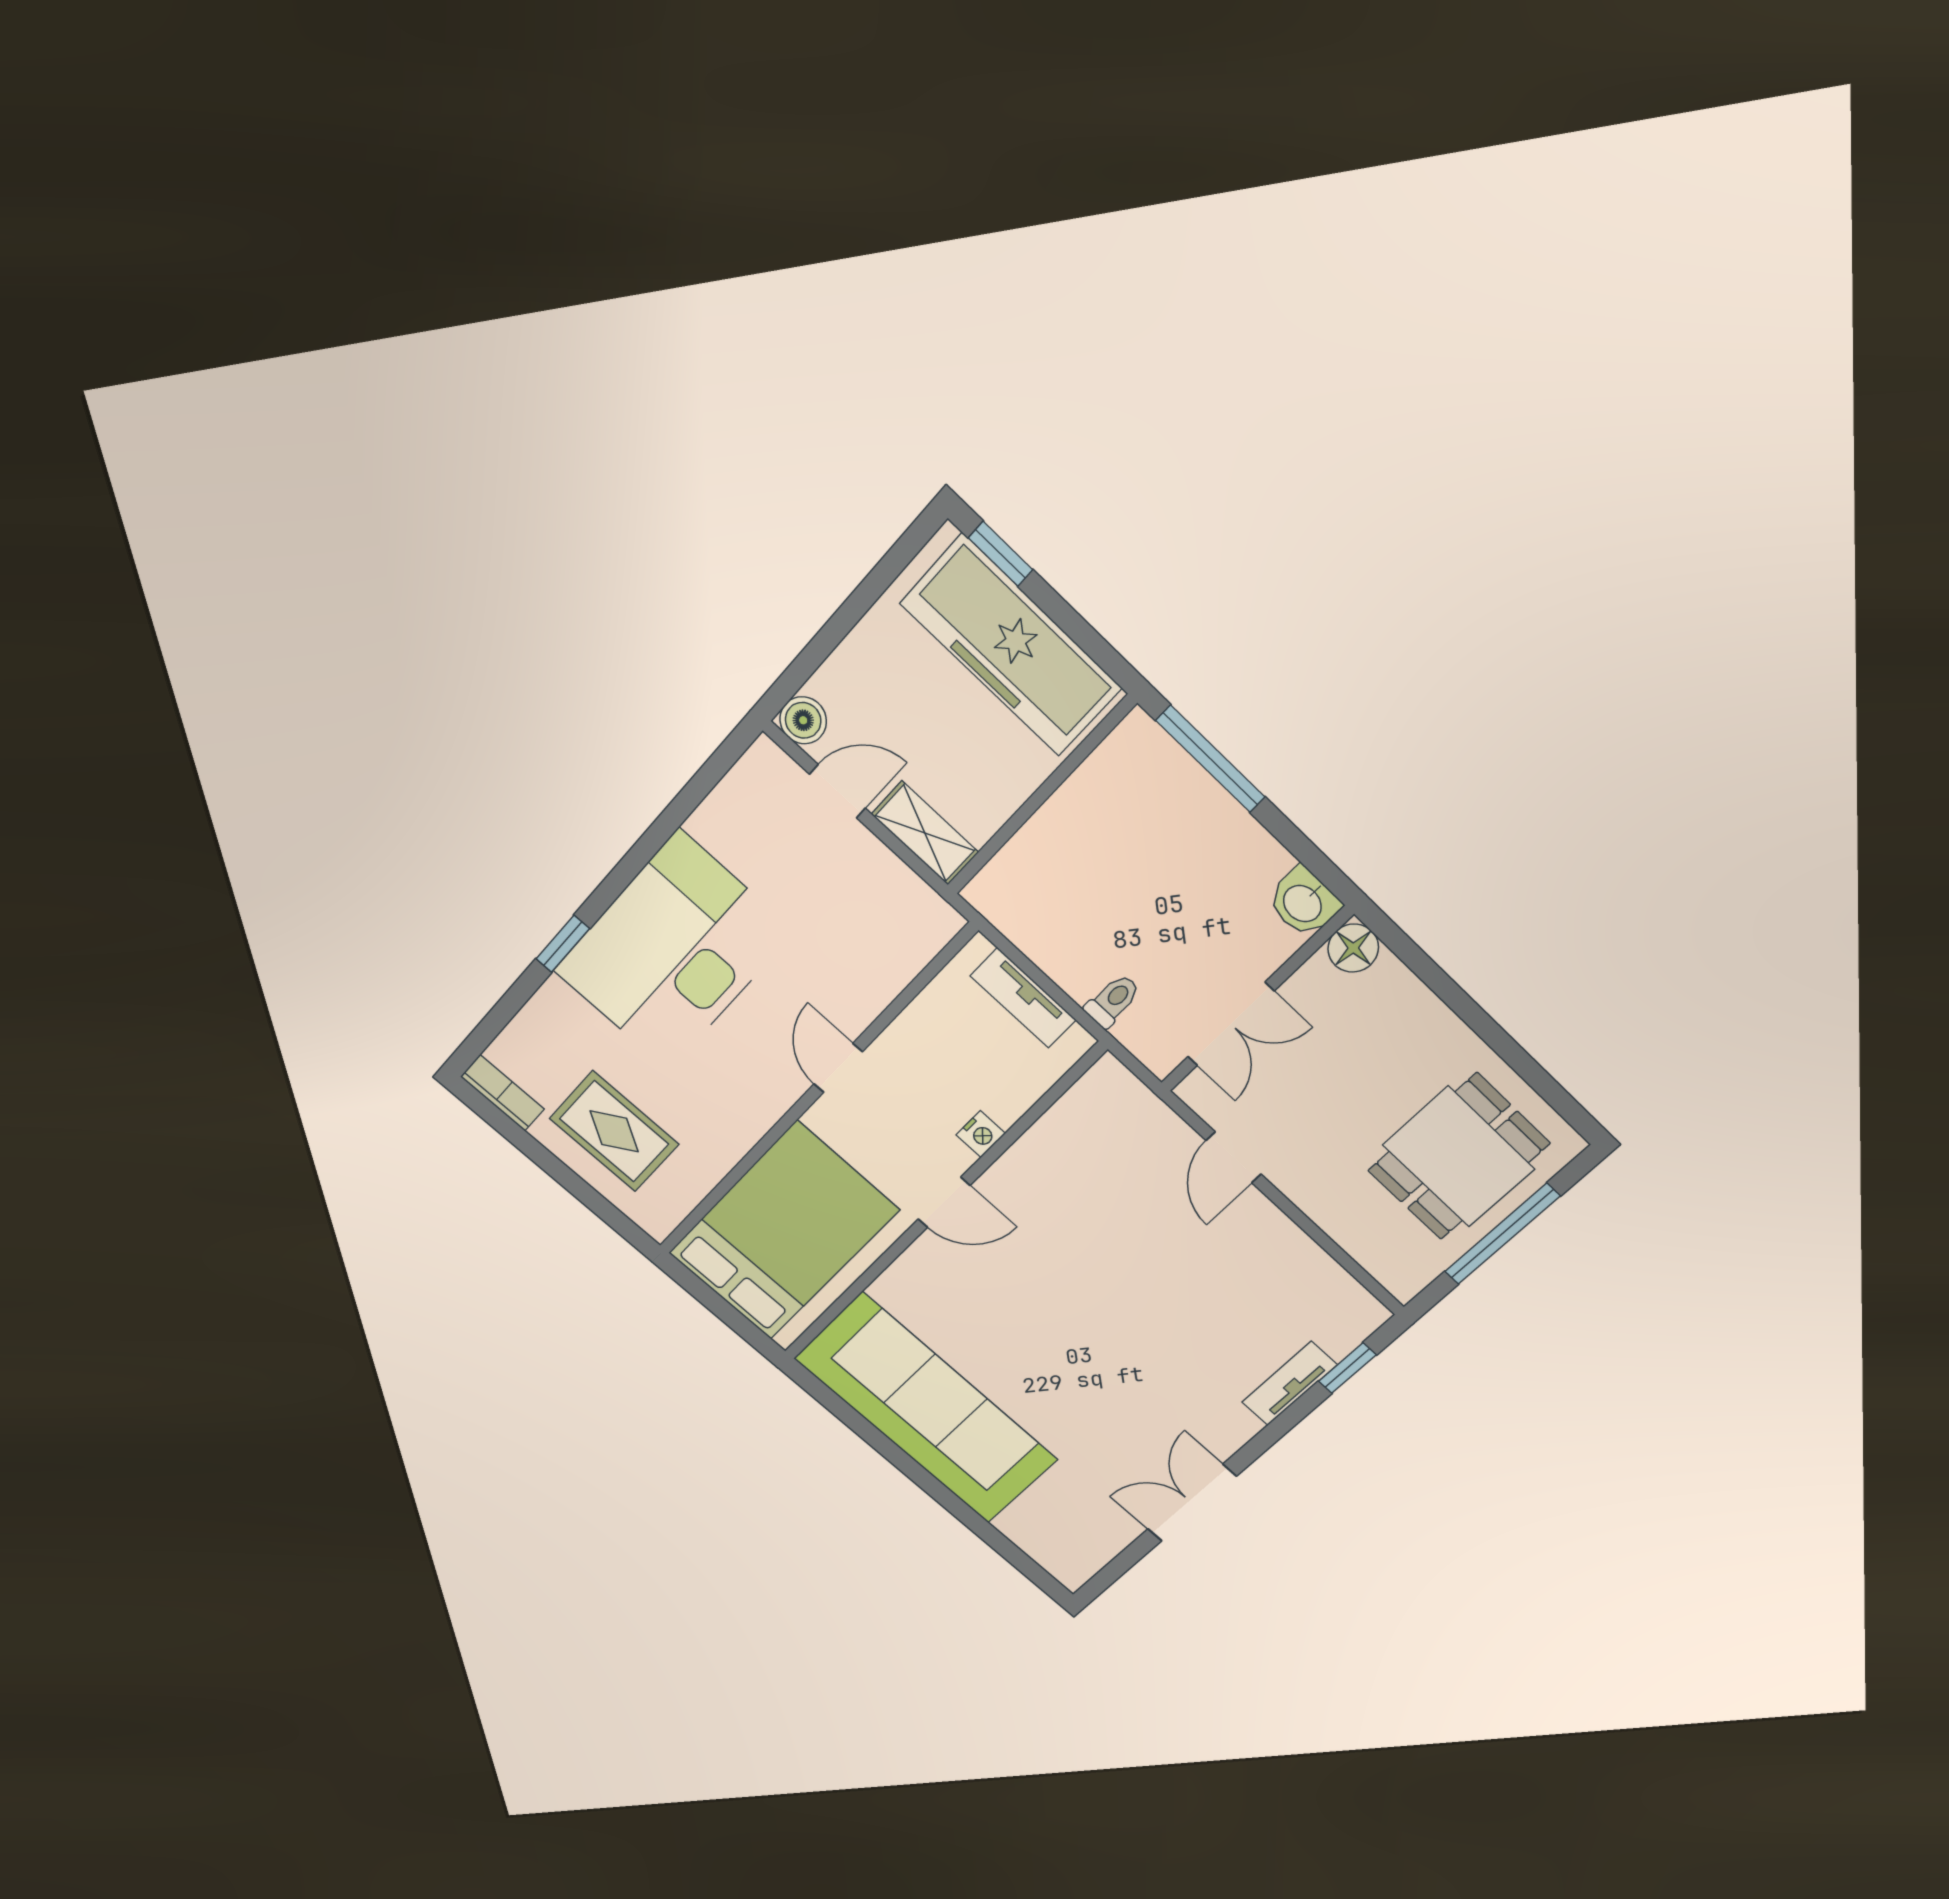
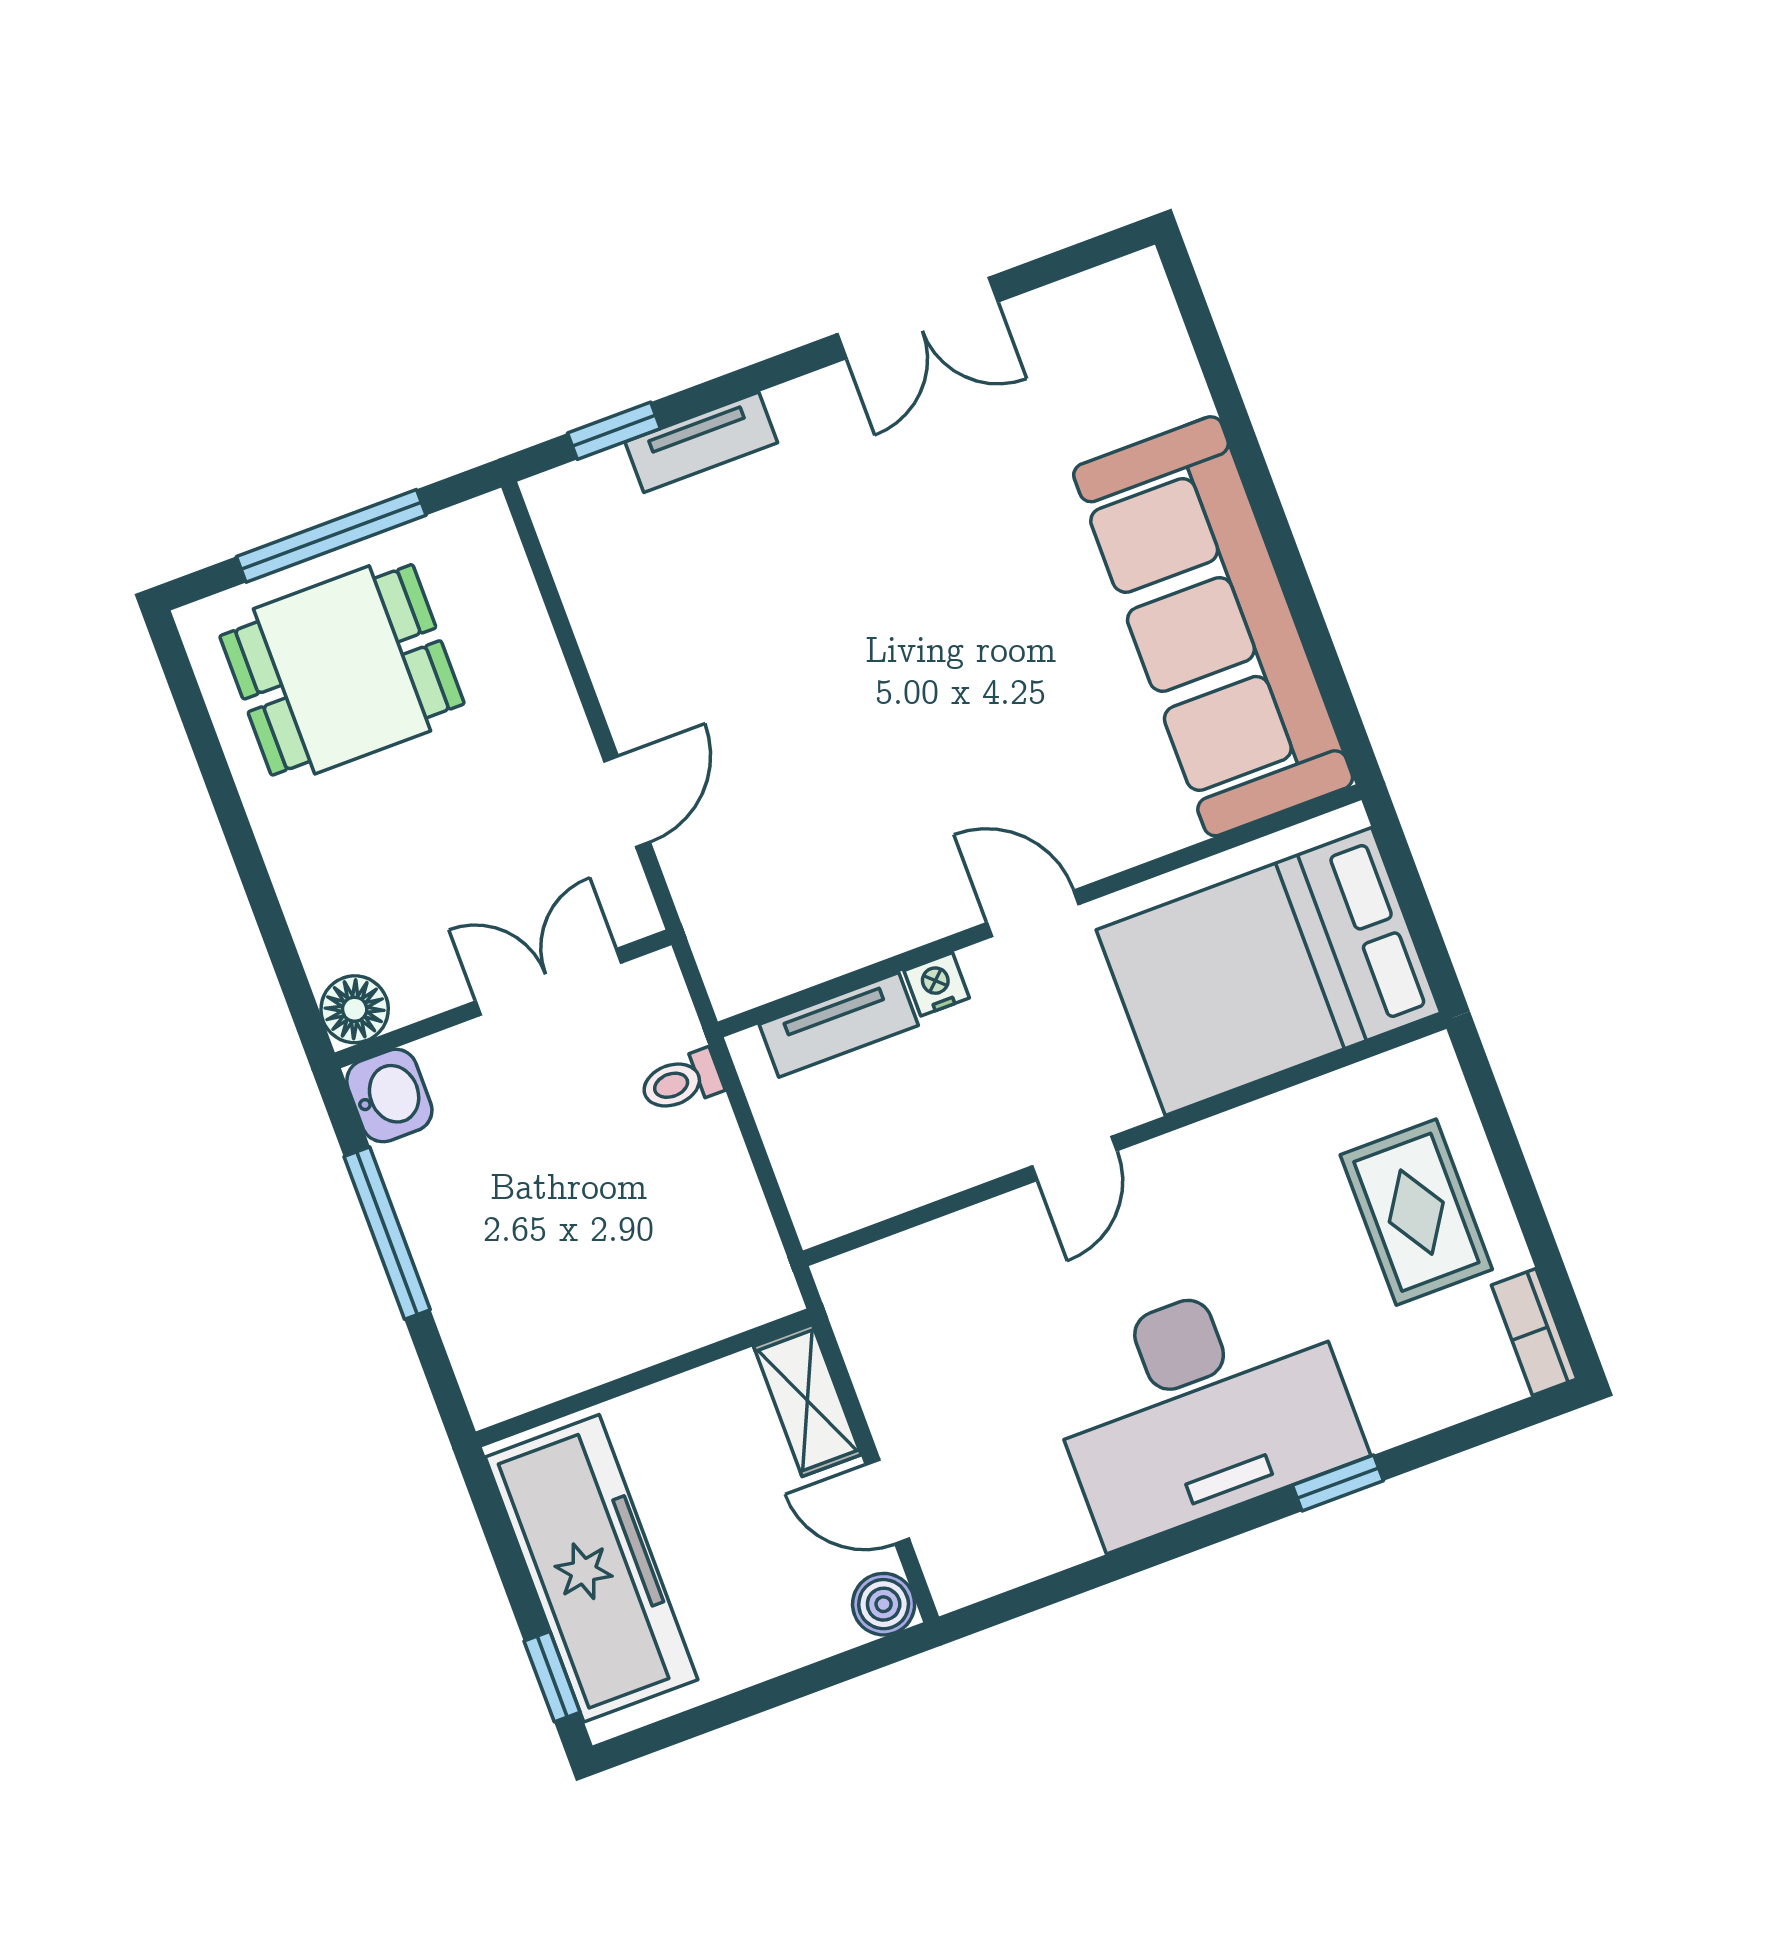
window: (1211, 759) -> (387, 1233), moved
tv unit: (1023, 998) -> (839, 1025), moved, turned 90

